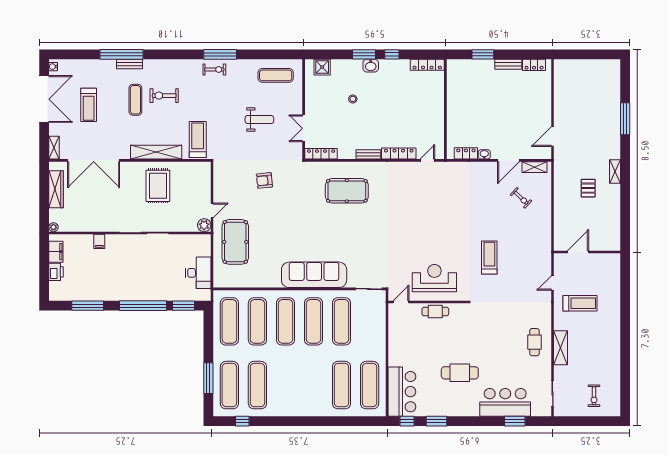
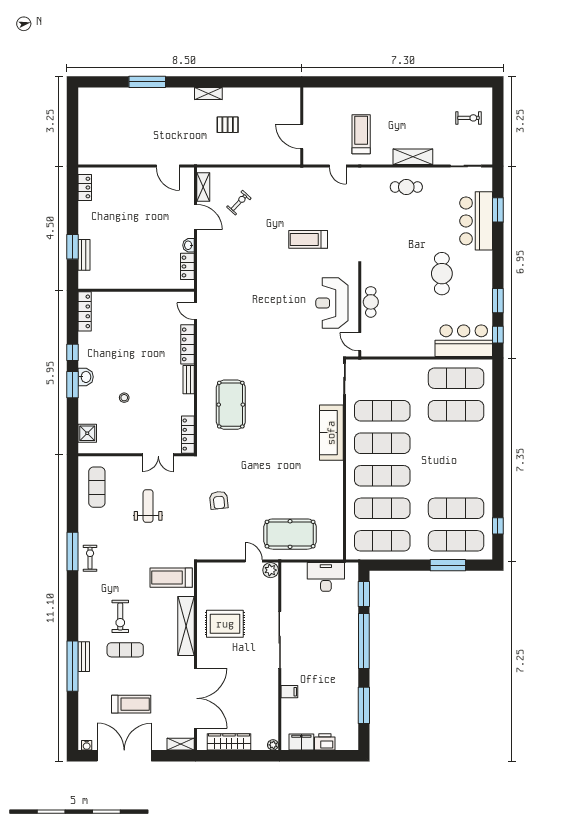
bench: (508, 64) -> (84, 255), moved
sofa: (314, 275) -> (331, 433), width x0.74, depth x0.79

